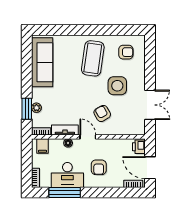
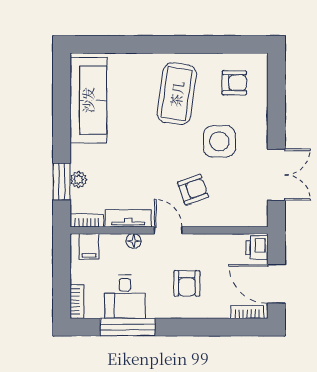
armchair: (102, 113) -> (193, 190), turned 100
desk: (67, 175) -> (125, 297), width x0.73

